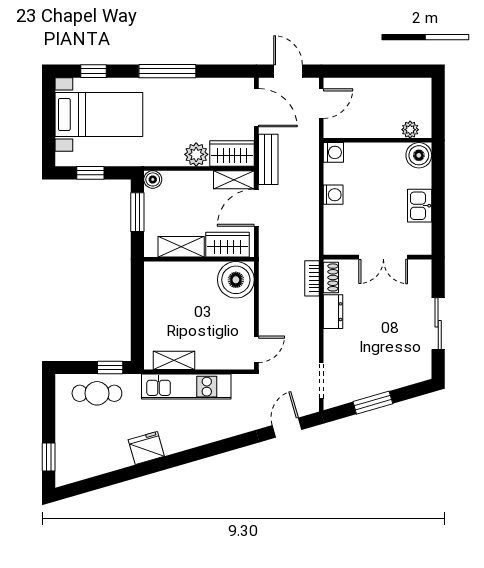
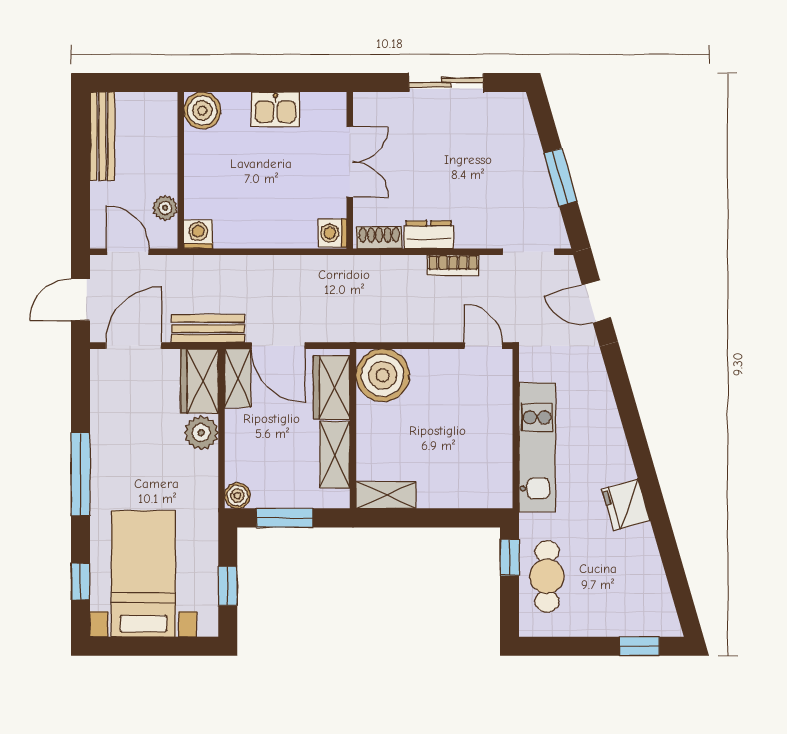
bench: (401, 86) -> (102, 136), added
plant: (410, 130) -> (165, 208), moved
washing machine: (333, 195) -> (333, 233), moved, turned -90
bookcase: (312, 278) -> (453, 265), moved
shelving: (174, 360) -> (386, 495), moved, turned 90

